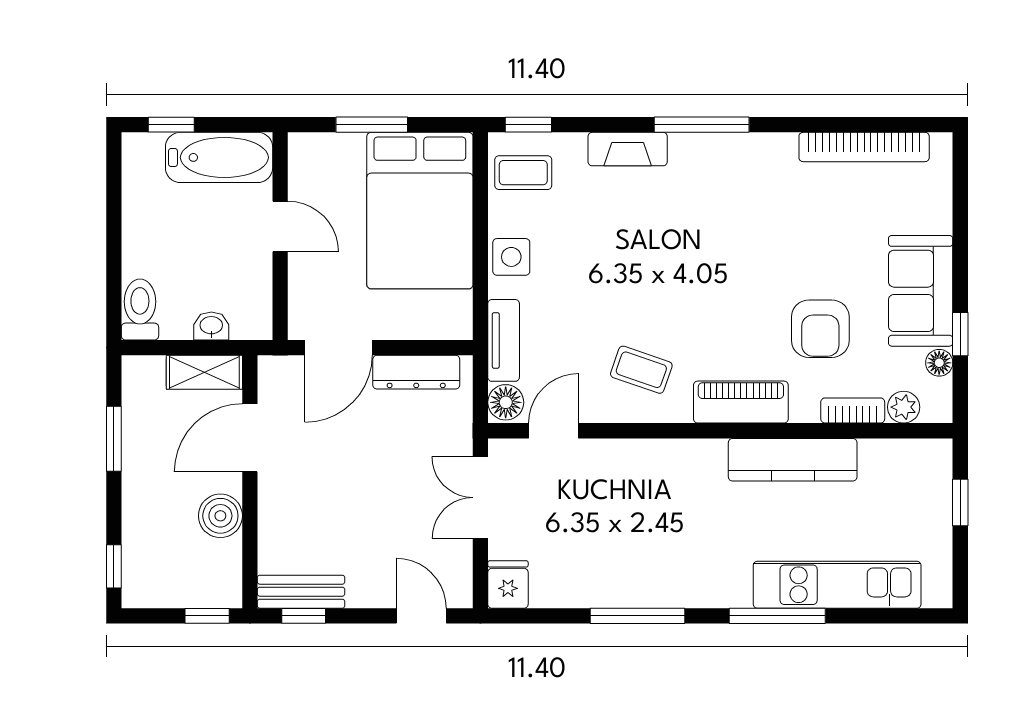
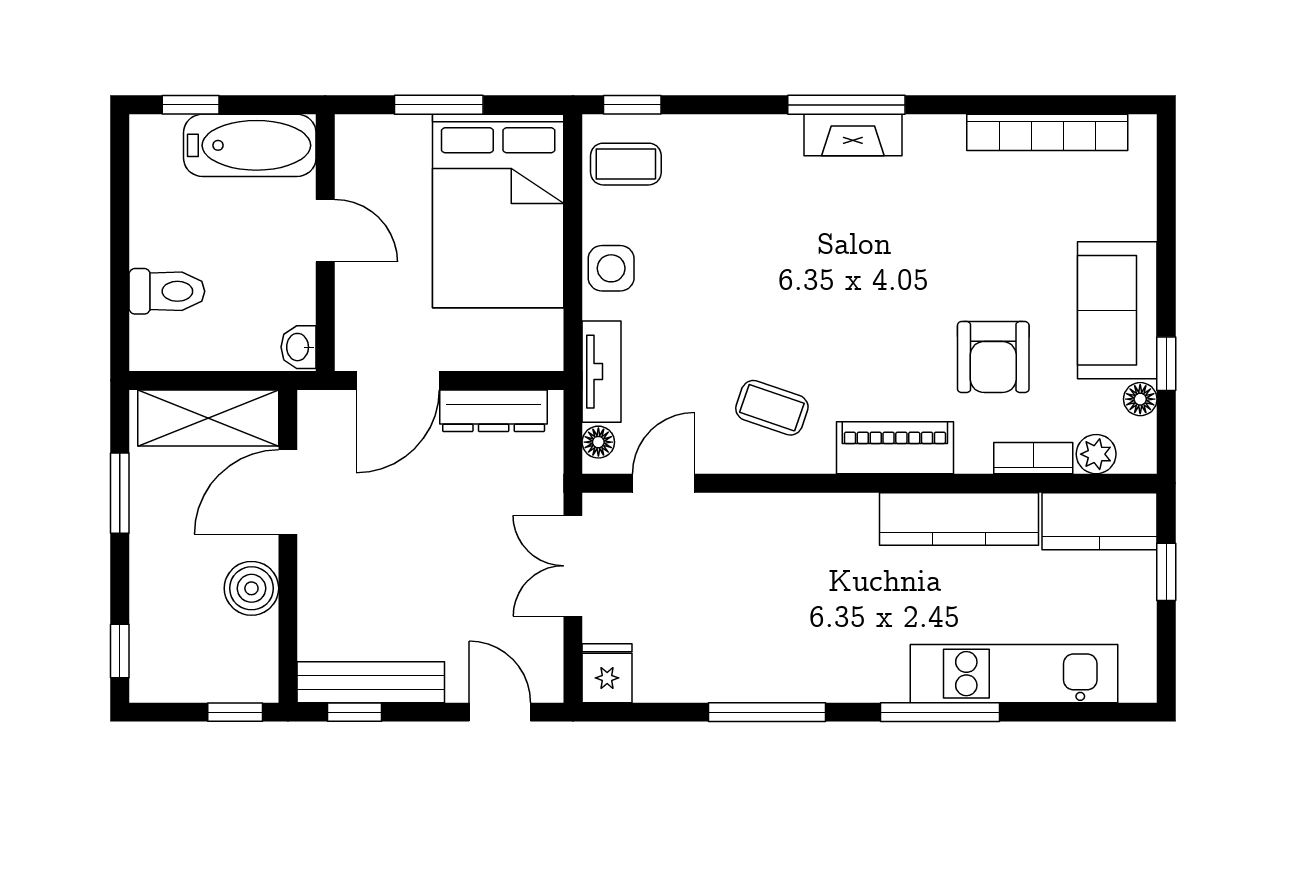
fireplace: (628, 149) -> (853, 135), moved
toilet: (140, 310) -> (167, 291), moved, turned 90
washbasin: (211, 326) -> (299, 347), moved, turned -90
shelving: (204, 372) -> (208, 418), width x1.50, depth x1.33
floor lamp: (506, 402) -> (598, 442), width x0.73, depth x0.73
kitchen counter: (906, 461) -> (1100, 521), added
bench: (301, 592) -> (371, 682), width x1.36

